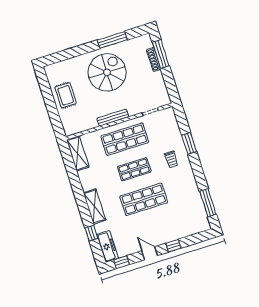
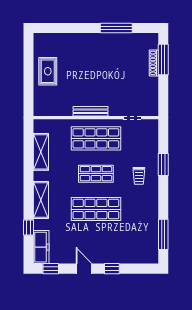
spiral stairs: (107, 72) -> (100, 61), removed
shelving: (78, 153) -> (41, 152), moved

